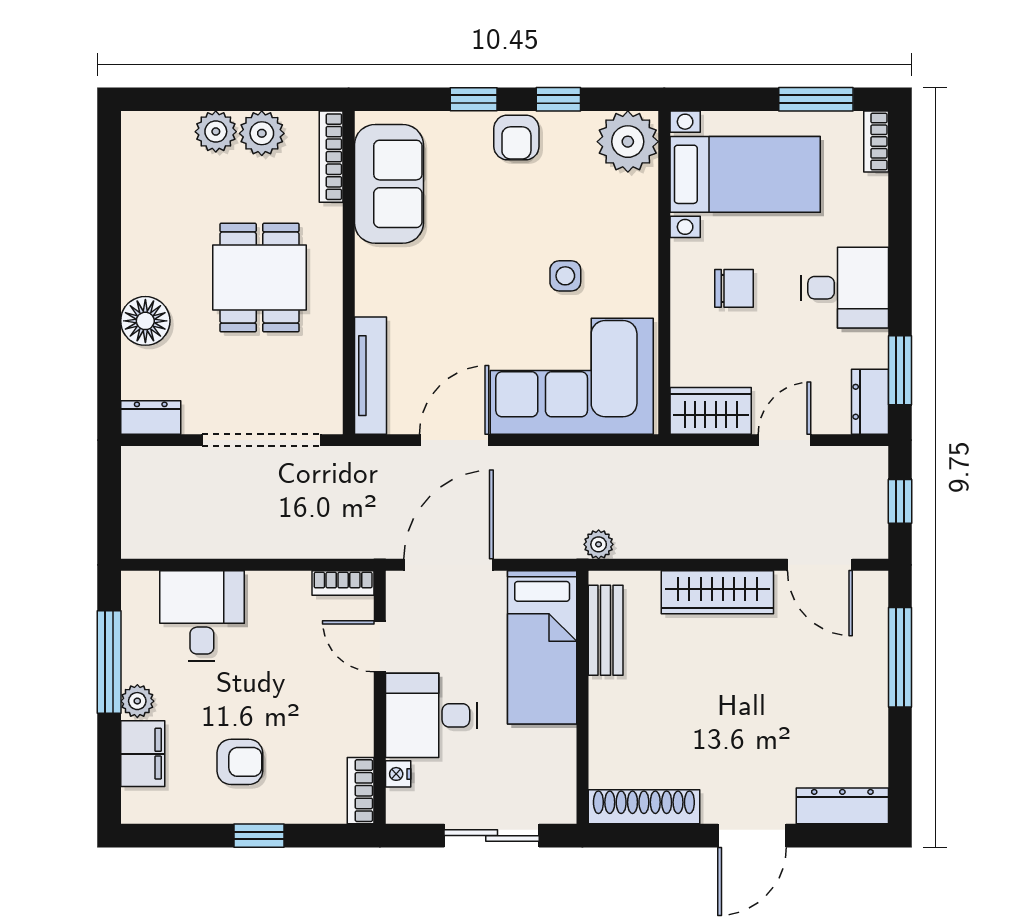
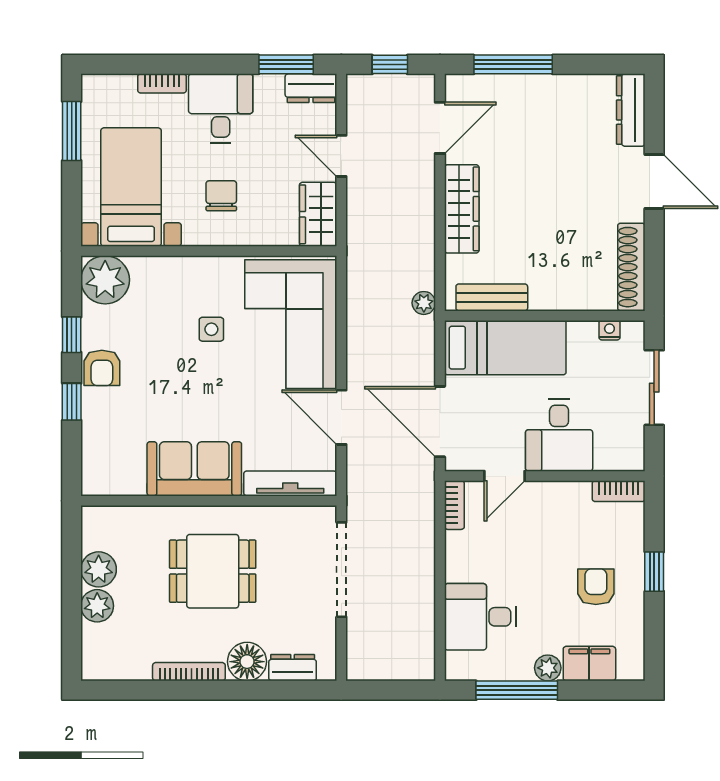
armchair: (516, 137) -> (102, 368), turned 90
bookcase: (876, 142) -> (162, 83), moved
bookcase: (331, 157) -> (189, 672), moved, turned 180
sofa: (389, 184) -> (194, 469), moved
dresser: (151, 417) -> (293, 668), moved, turned 90
nightstand: (398, 774) -> (609, 330), moved, turned 180

